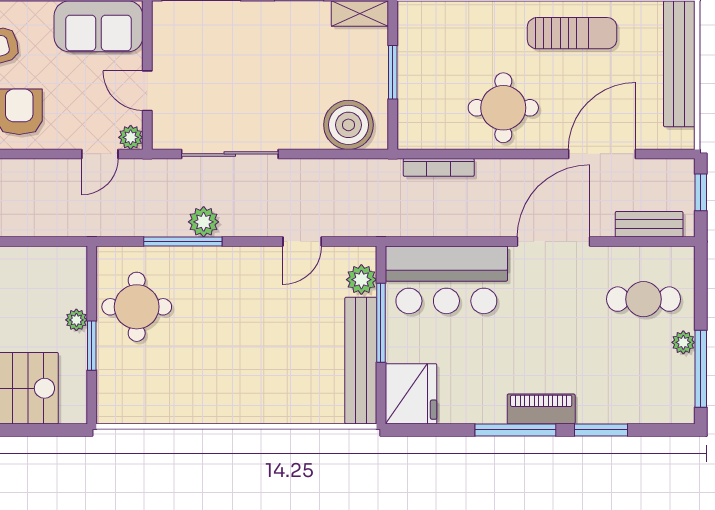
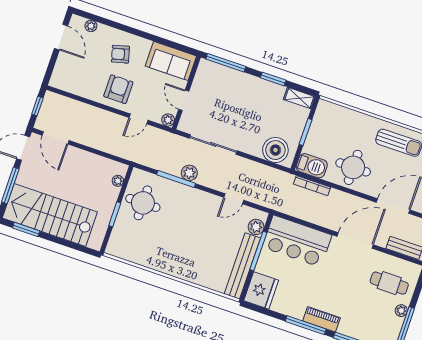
barbecue: (426, 131) -> (312, 166), added
door: (100, 154) -> (138, 119), moved
plant: (76, 320) -> (118, 181), moved

